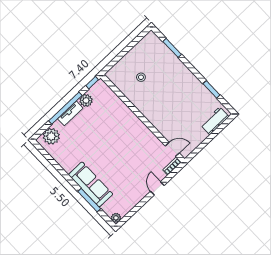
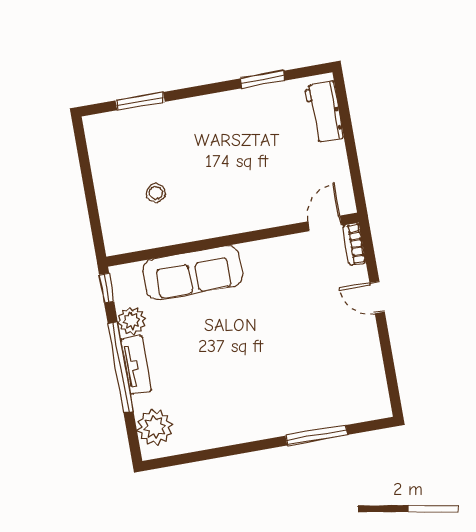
sofa: (91, 184) -> (193, 273), moved, turned 180
plant: (116, 218) -> (381, 408), removed

